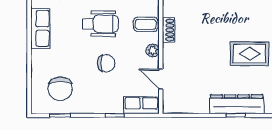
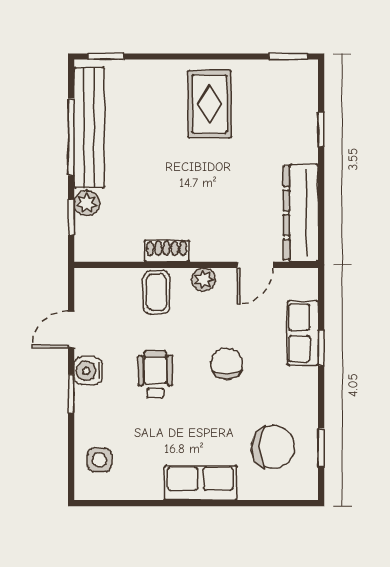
wheelchair: (100, 24) -> (155, 374), width x0.73, depth x0.73
row of seats: (40, 28) -> (200, 483), moved
dresser: (237, 104) -> (301, 213), moved
row of seats: (141, 105) -> (303, 333), moved

